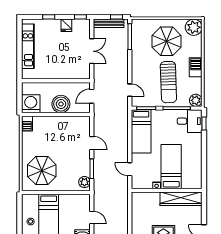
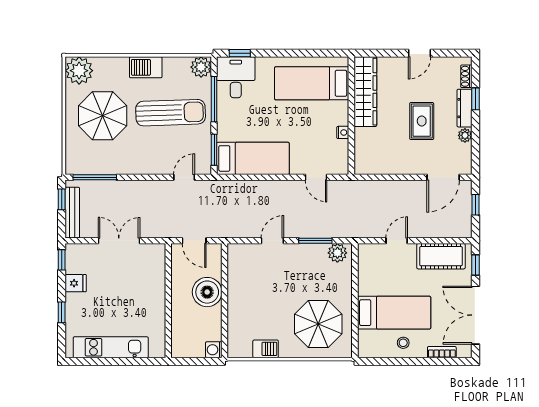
washing machine: (31, 104) -> (214, 350), width x0.53, depth x0.53
barbecue: (27, 124) -> (266, 349), moved
bed: (171, 167) -> (312, 83), moved
door: (130, 169) -> (316, 177), hinge flipped

